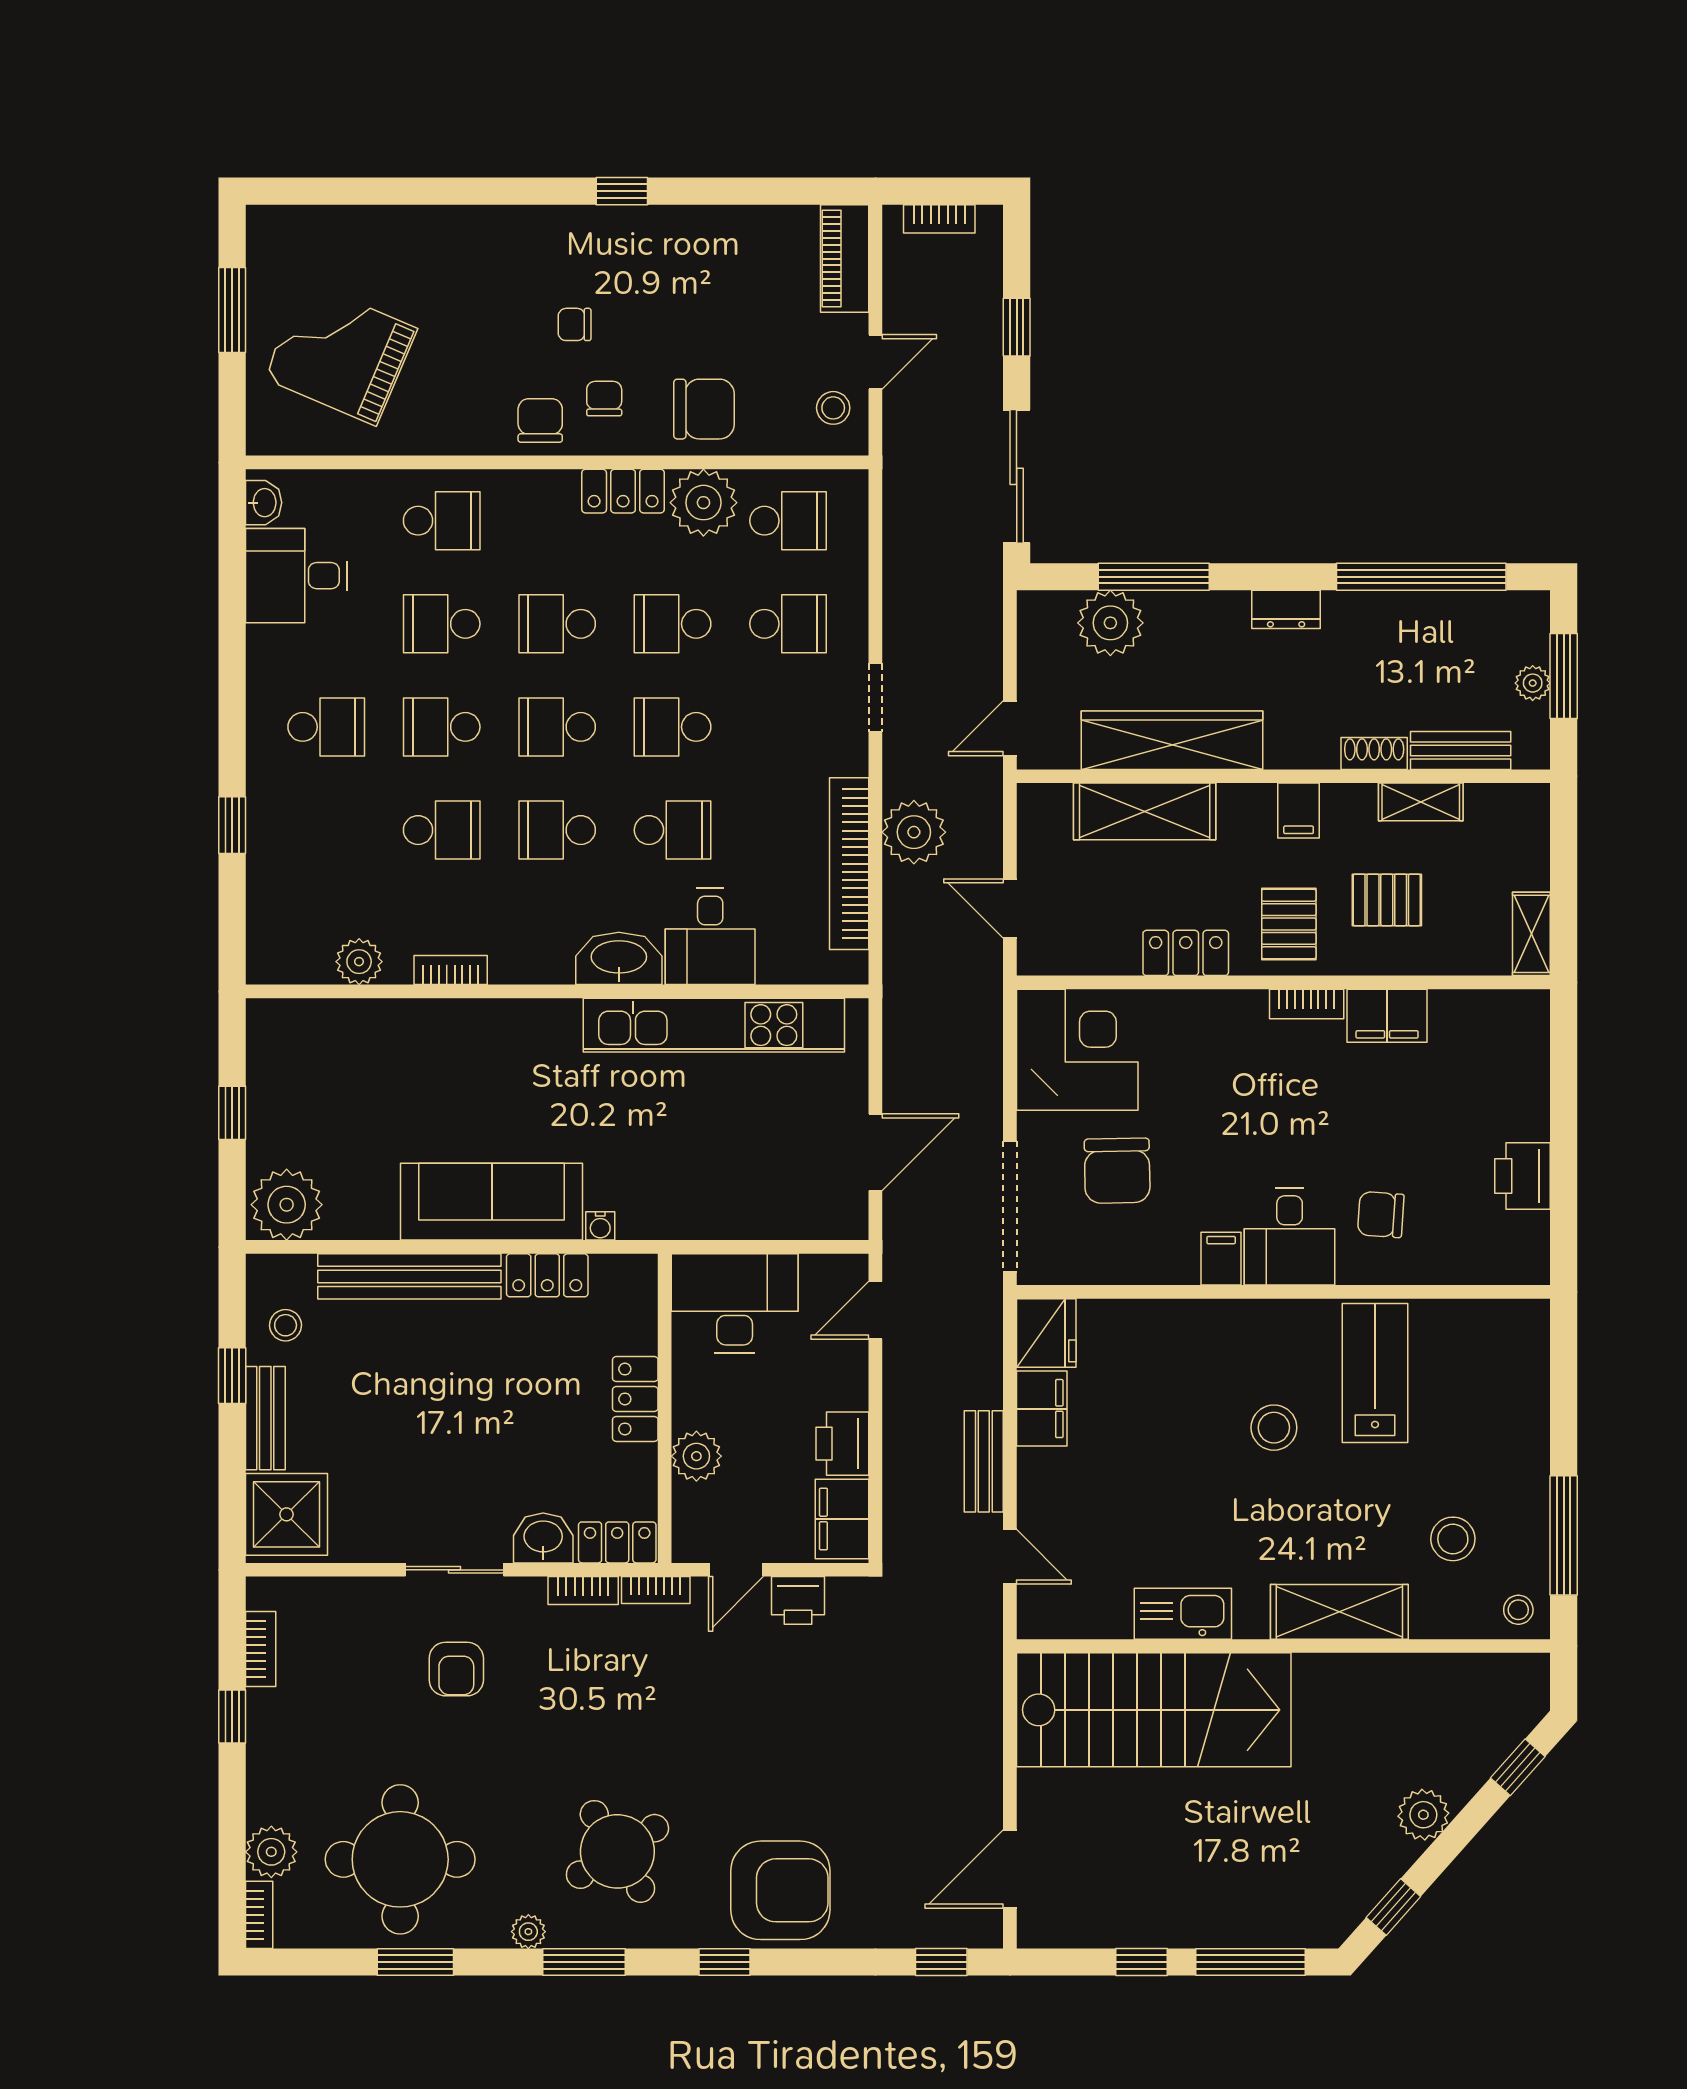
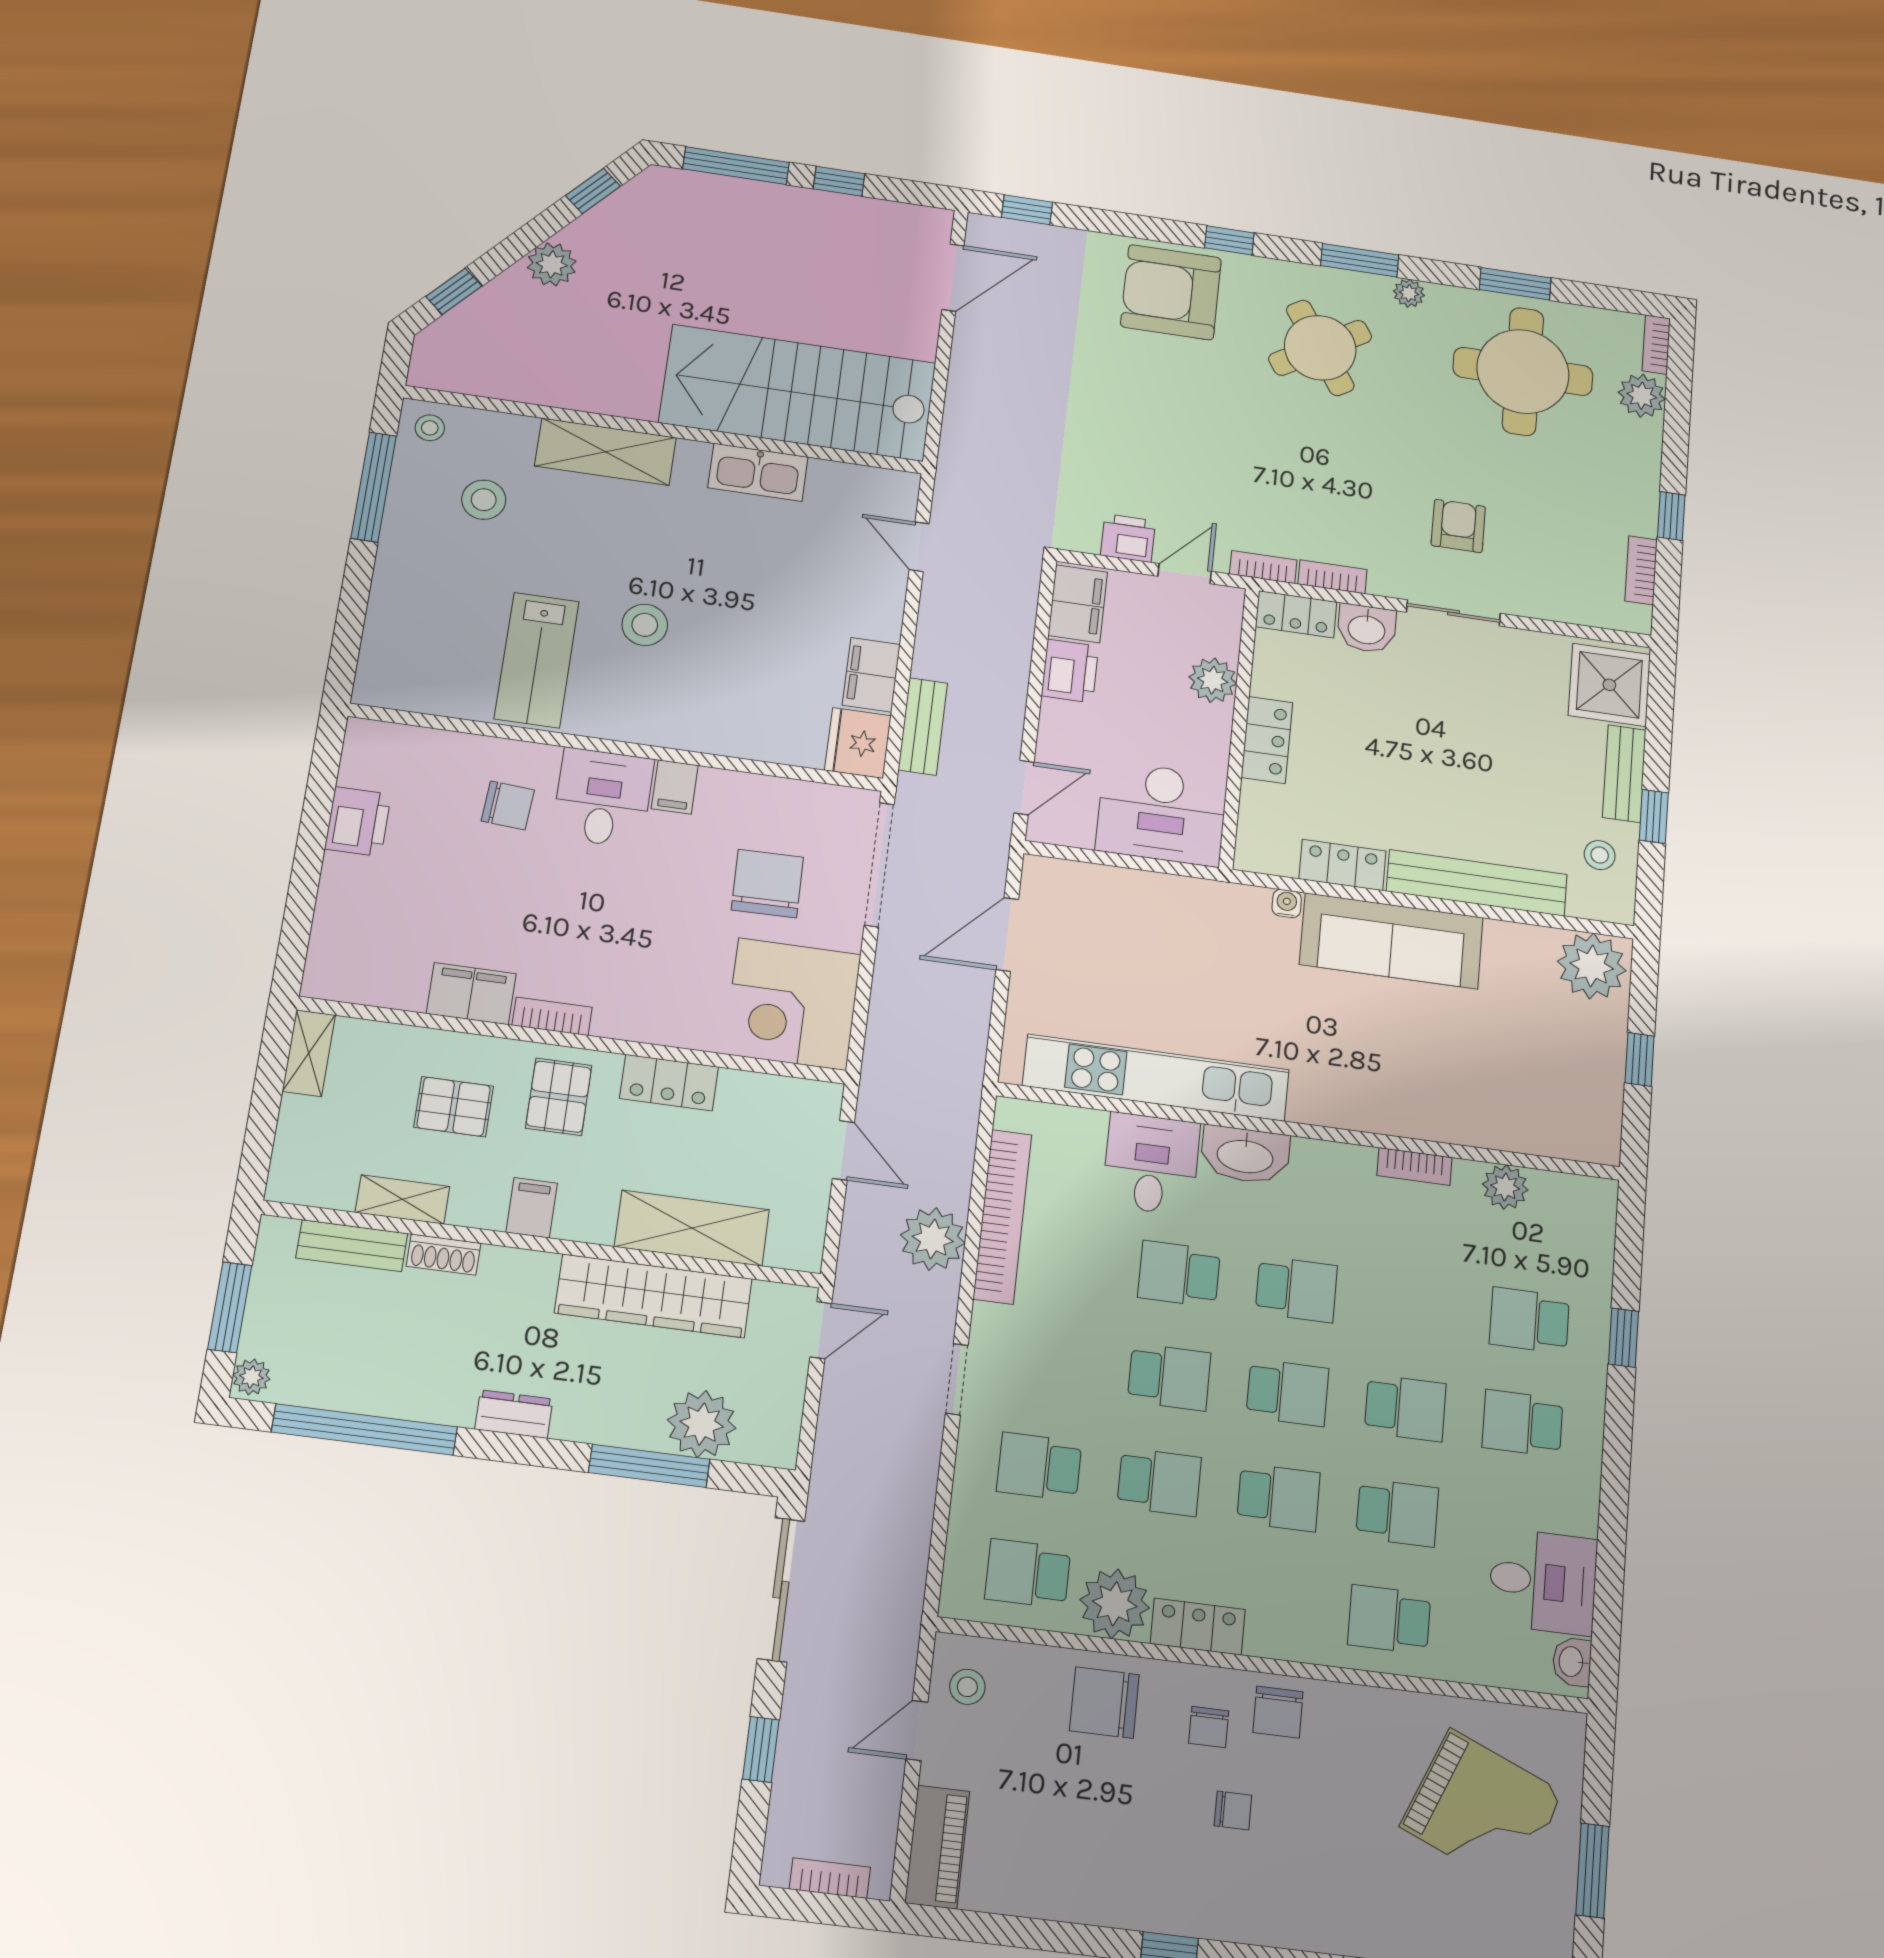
plant: (1533, 683) -> (251, 1377), moved
school desk: (442, 830) -> (1529, 1320), moved
bench: (984, 1461) -> (923, 726), moved

